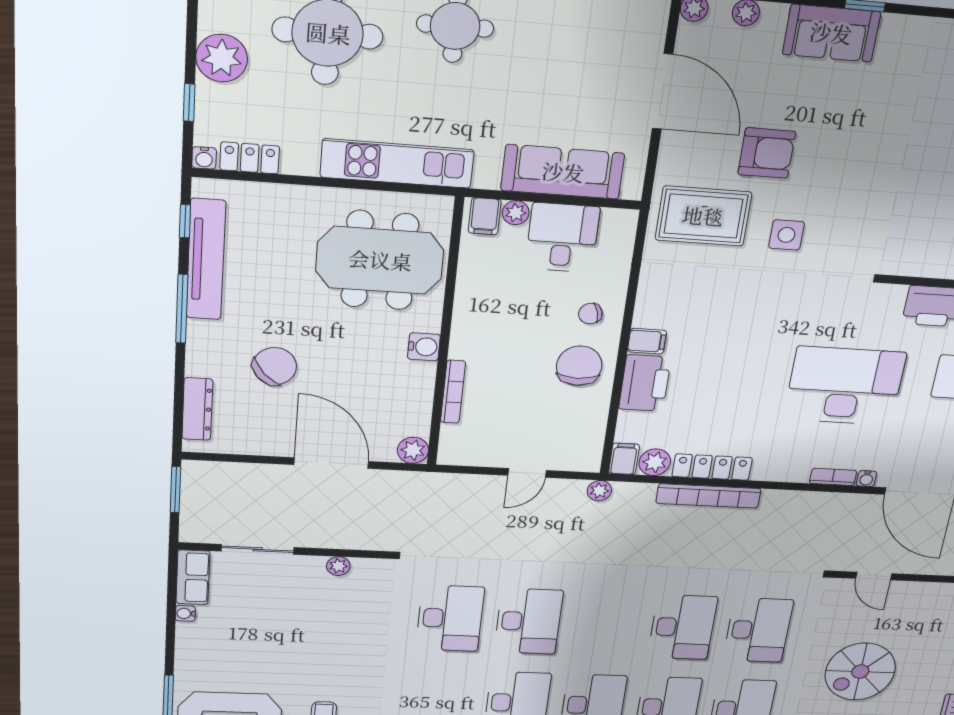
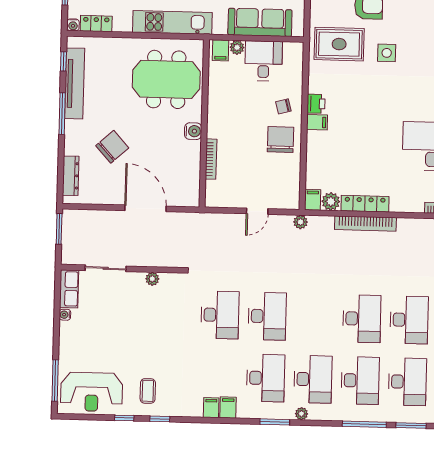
printer: (645, 383) -> (316, 104), moved, width x0.53, depth x0.68
plant: (413, 450) -> (191, 198), removed

